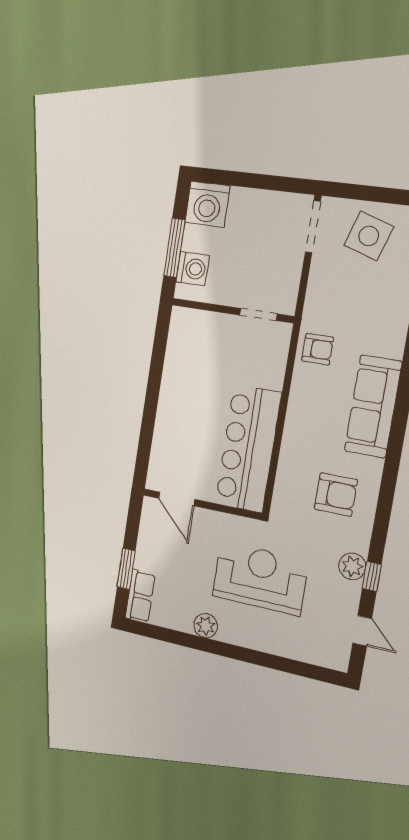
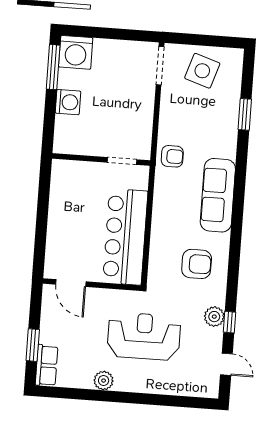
window: (174, 248) -> (53, 67), moved
wall: (232, 311) -> (101, 159), moved
doorway: (258, 315) -> (122, 161), moved

